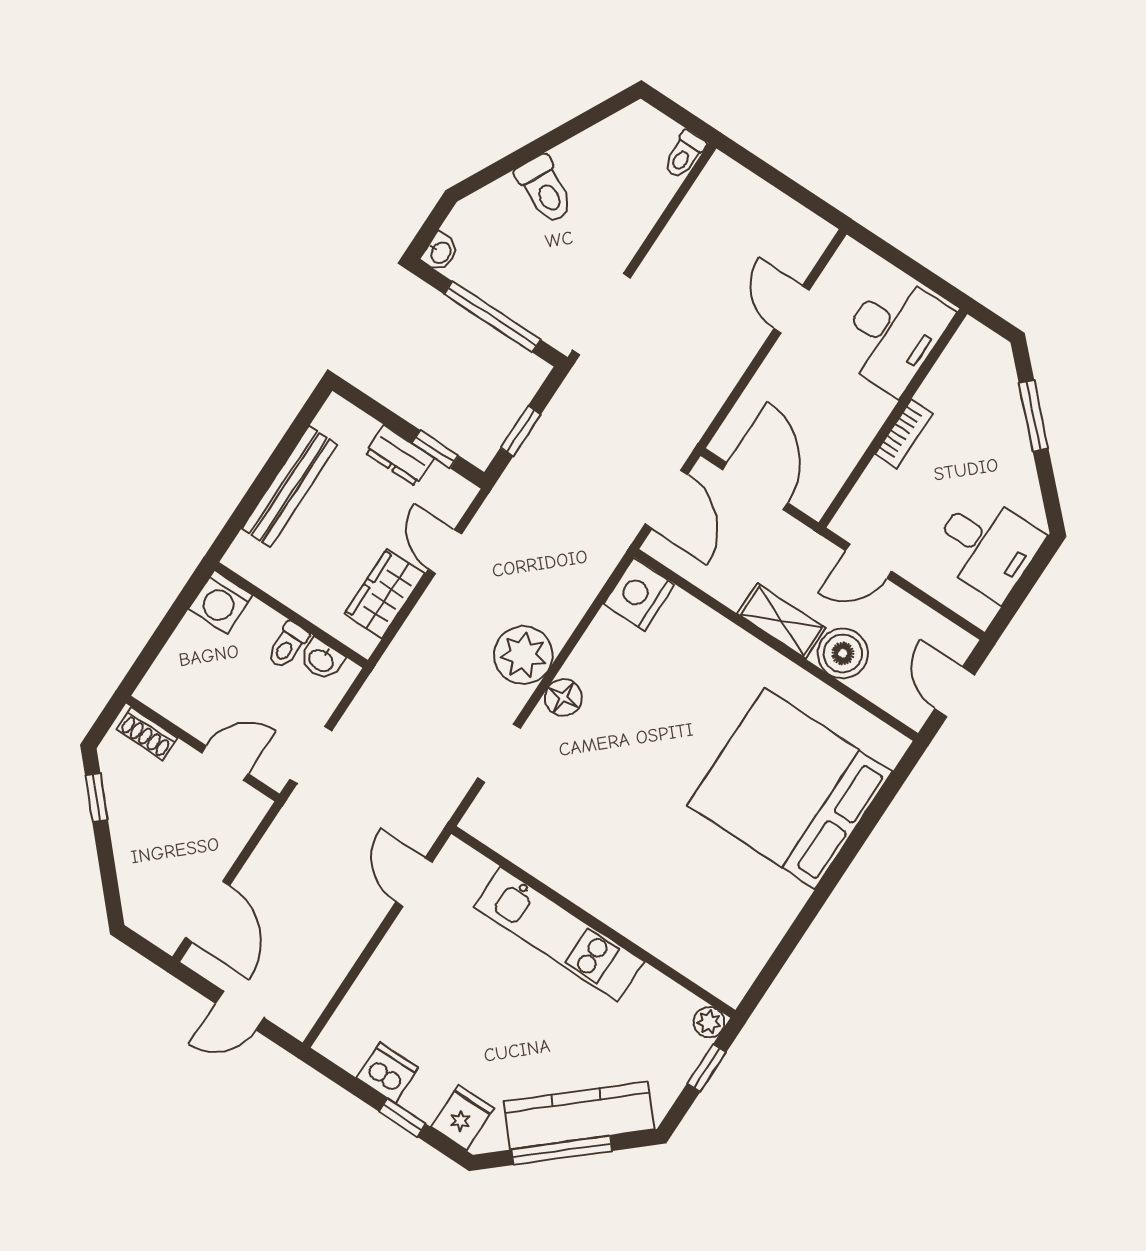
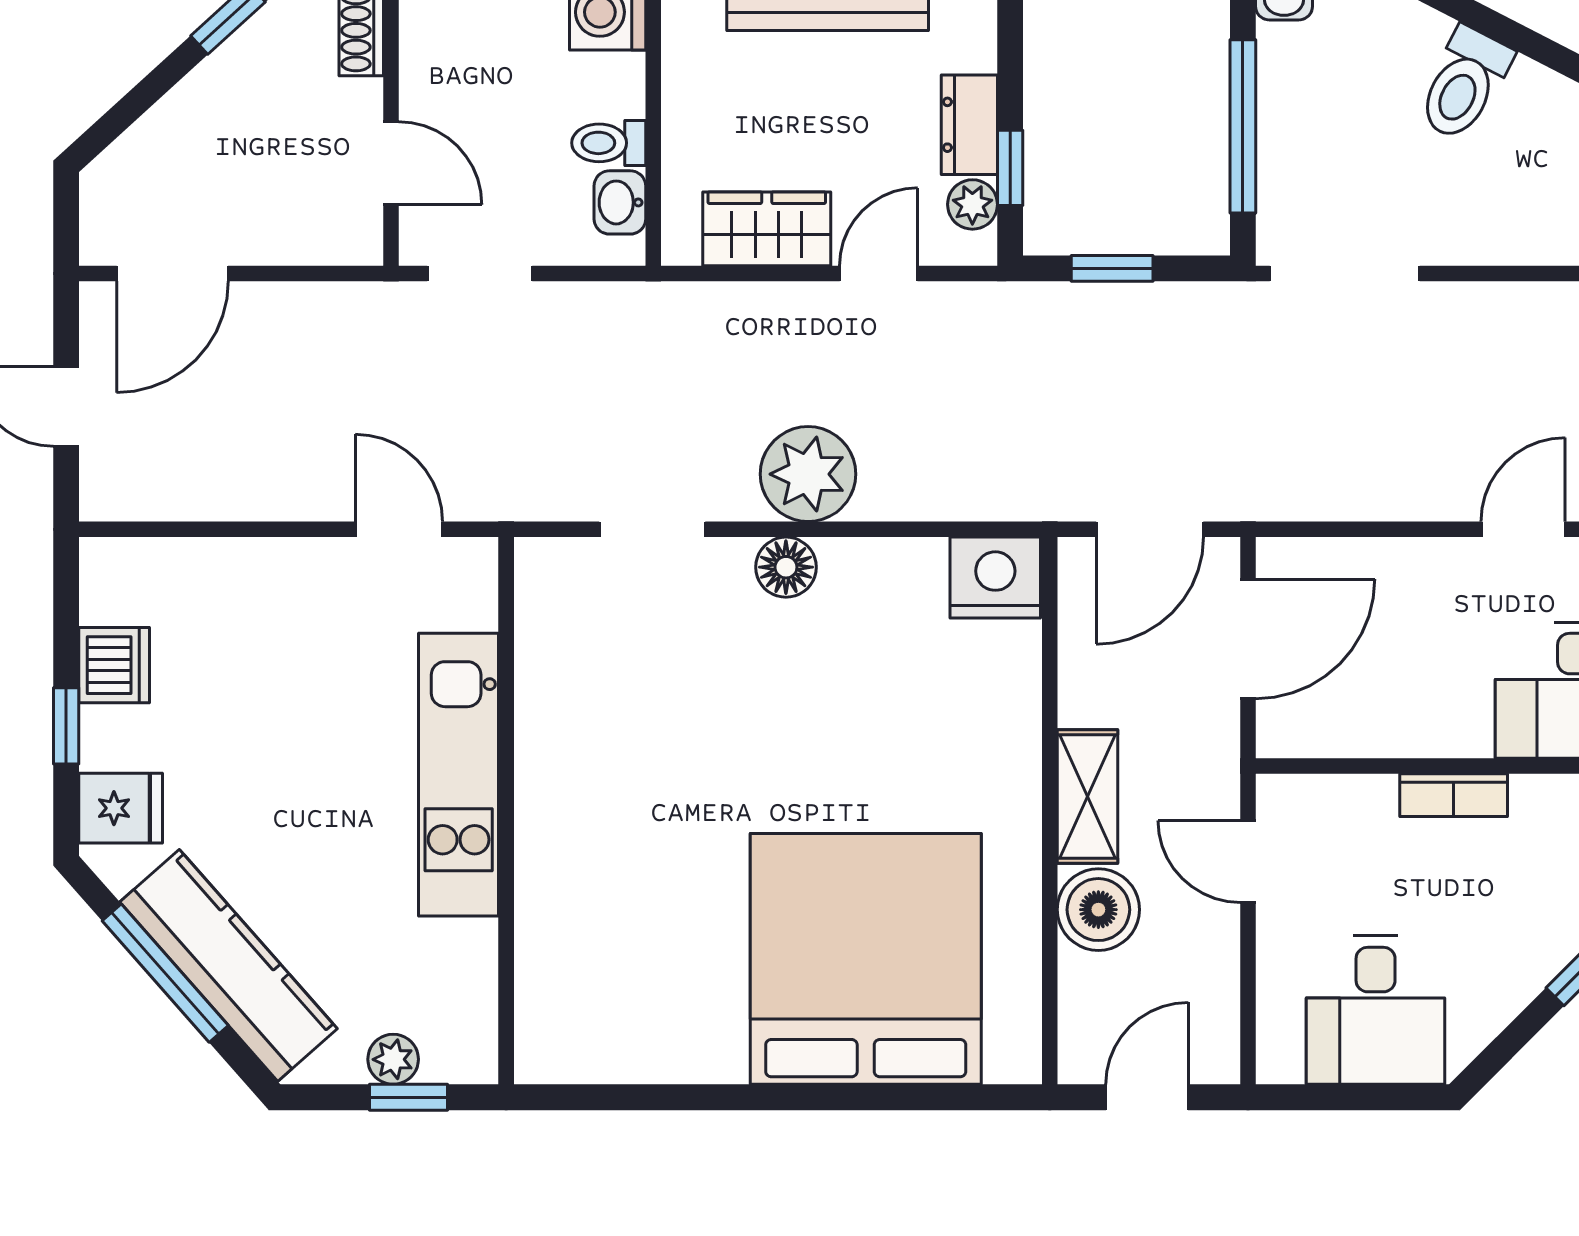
plant: (441, 481) -> (972, 204), added
door: (414, 882) -> (399, 529), hinge flipped
plant: (709, 1022) -> (393, 1059), moved

